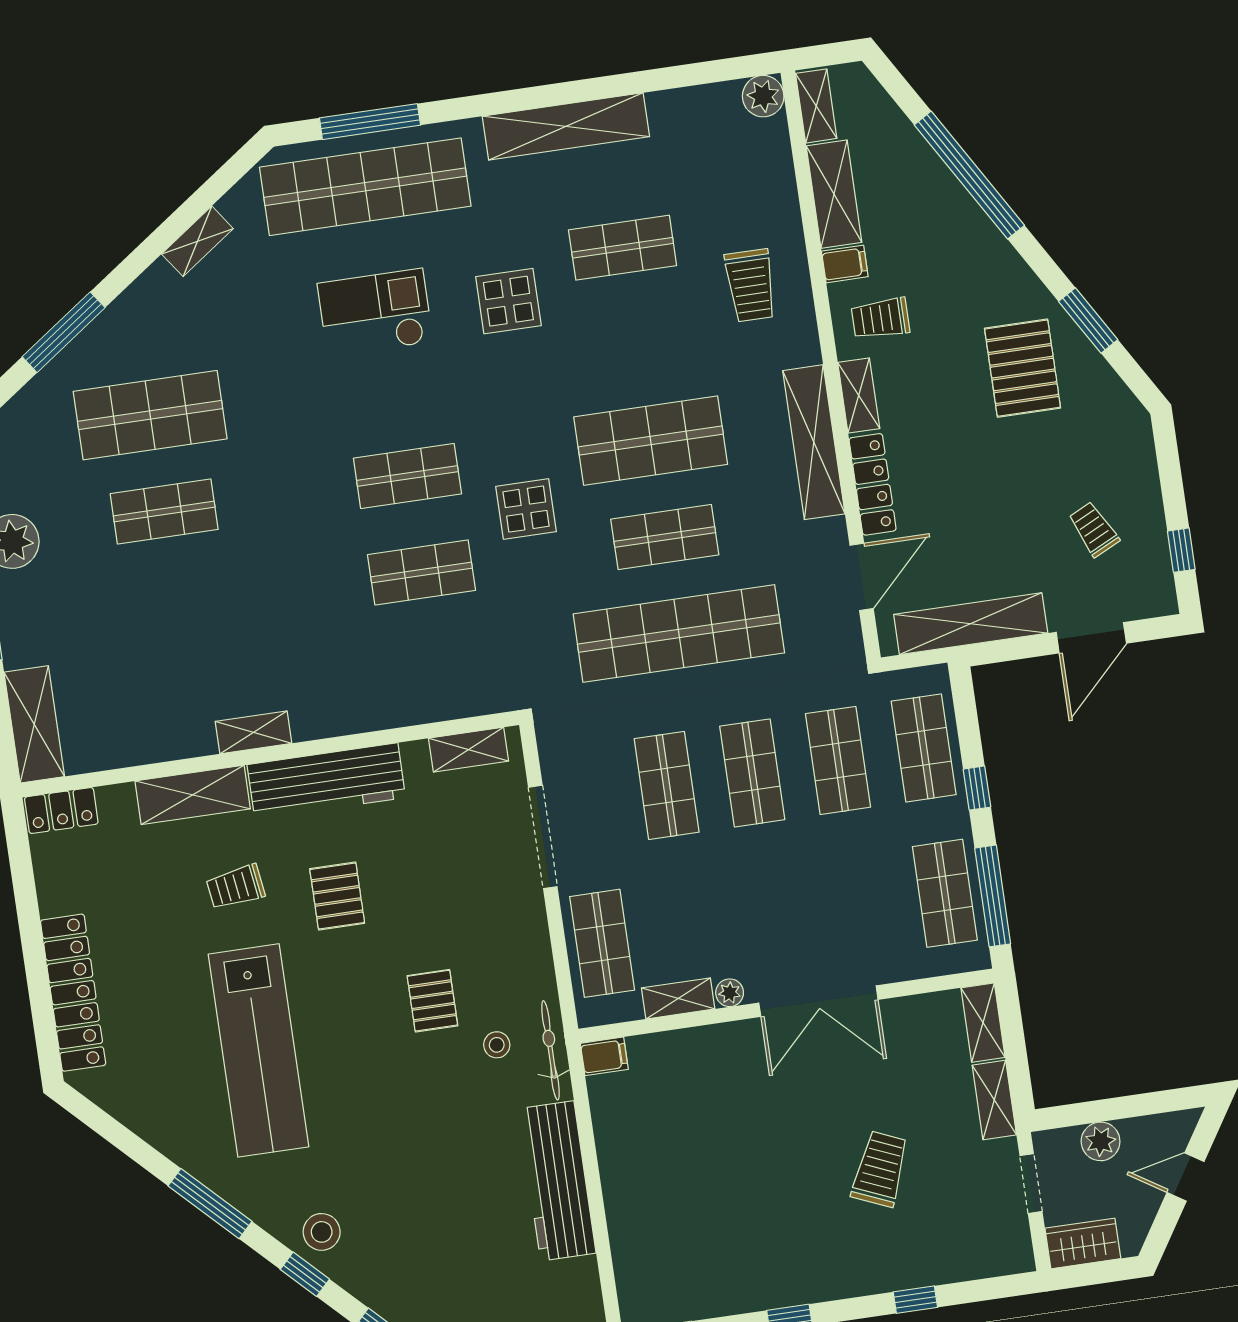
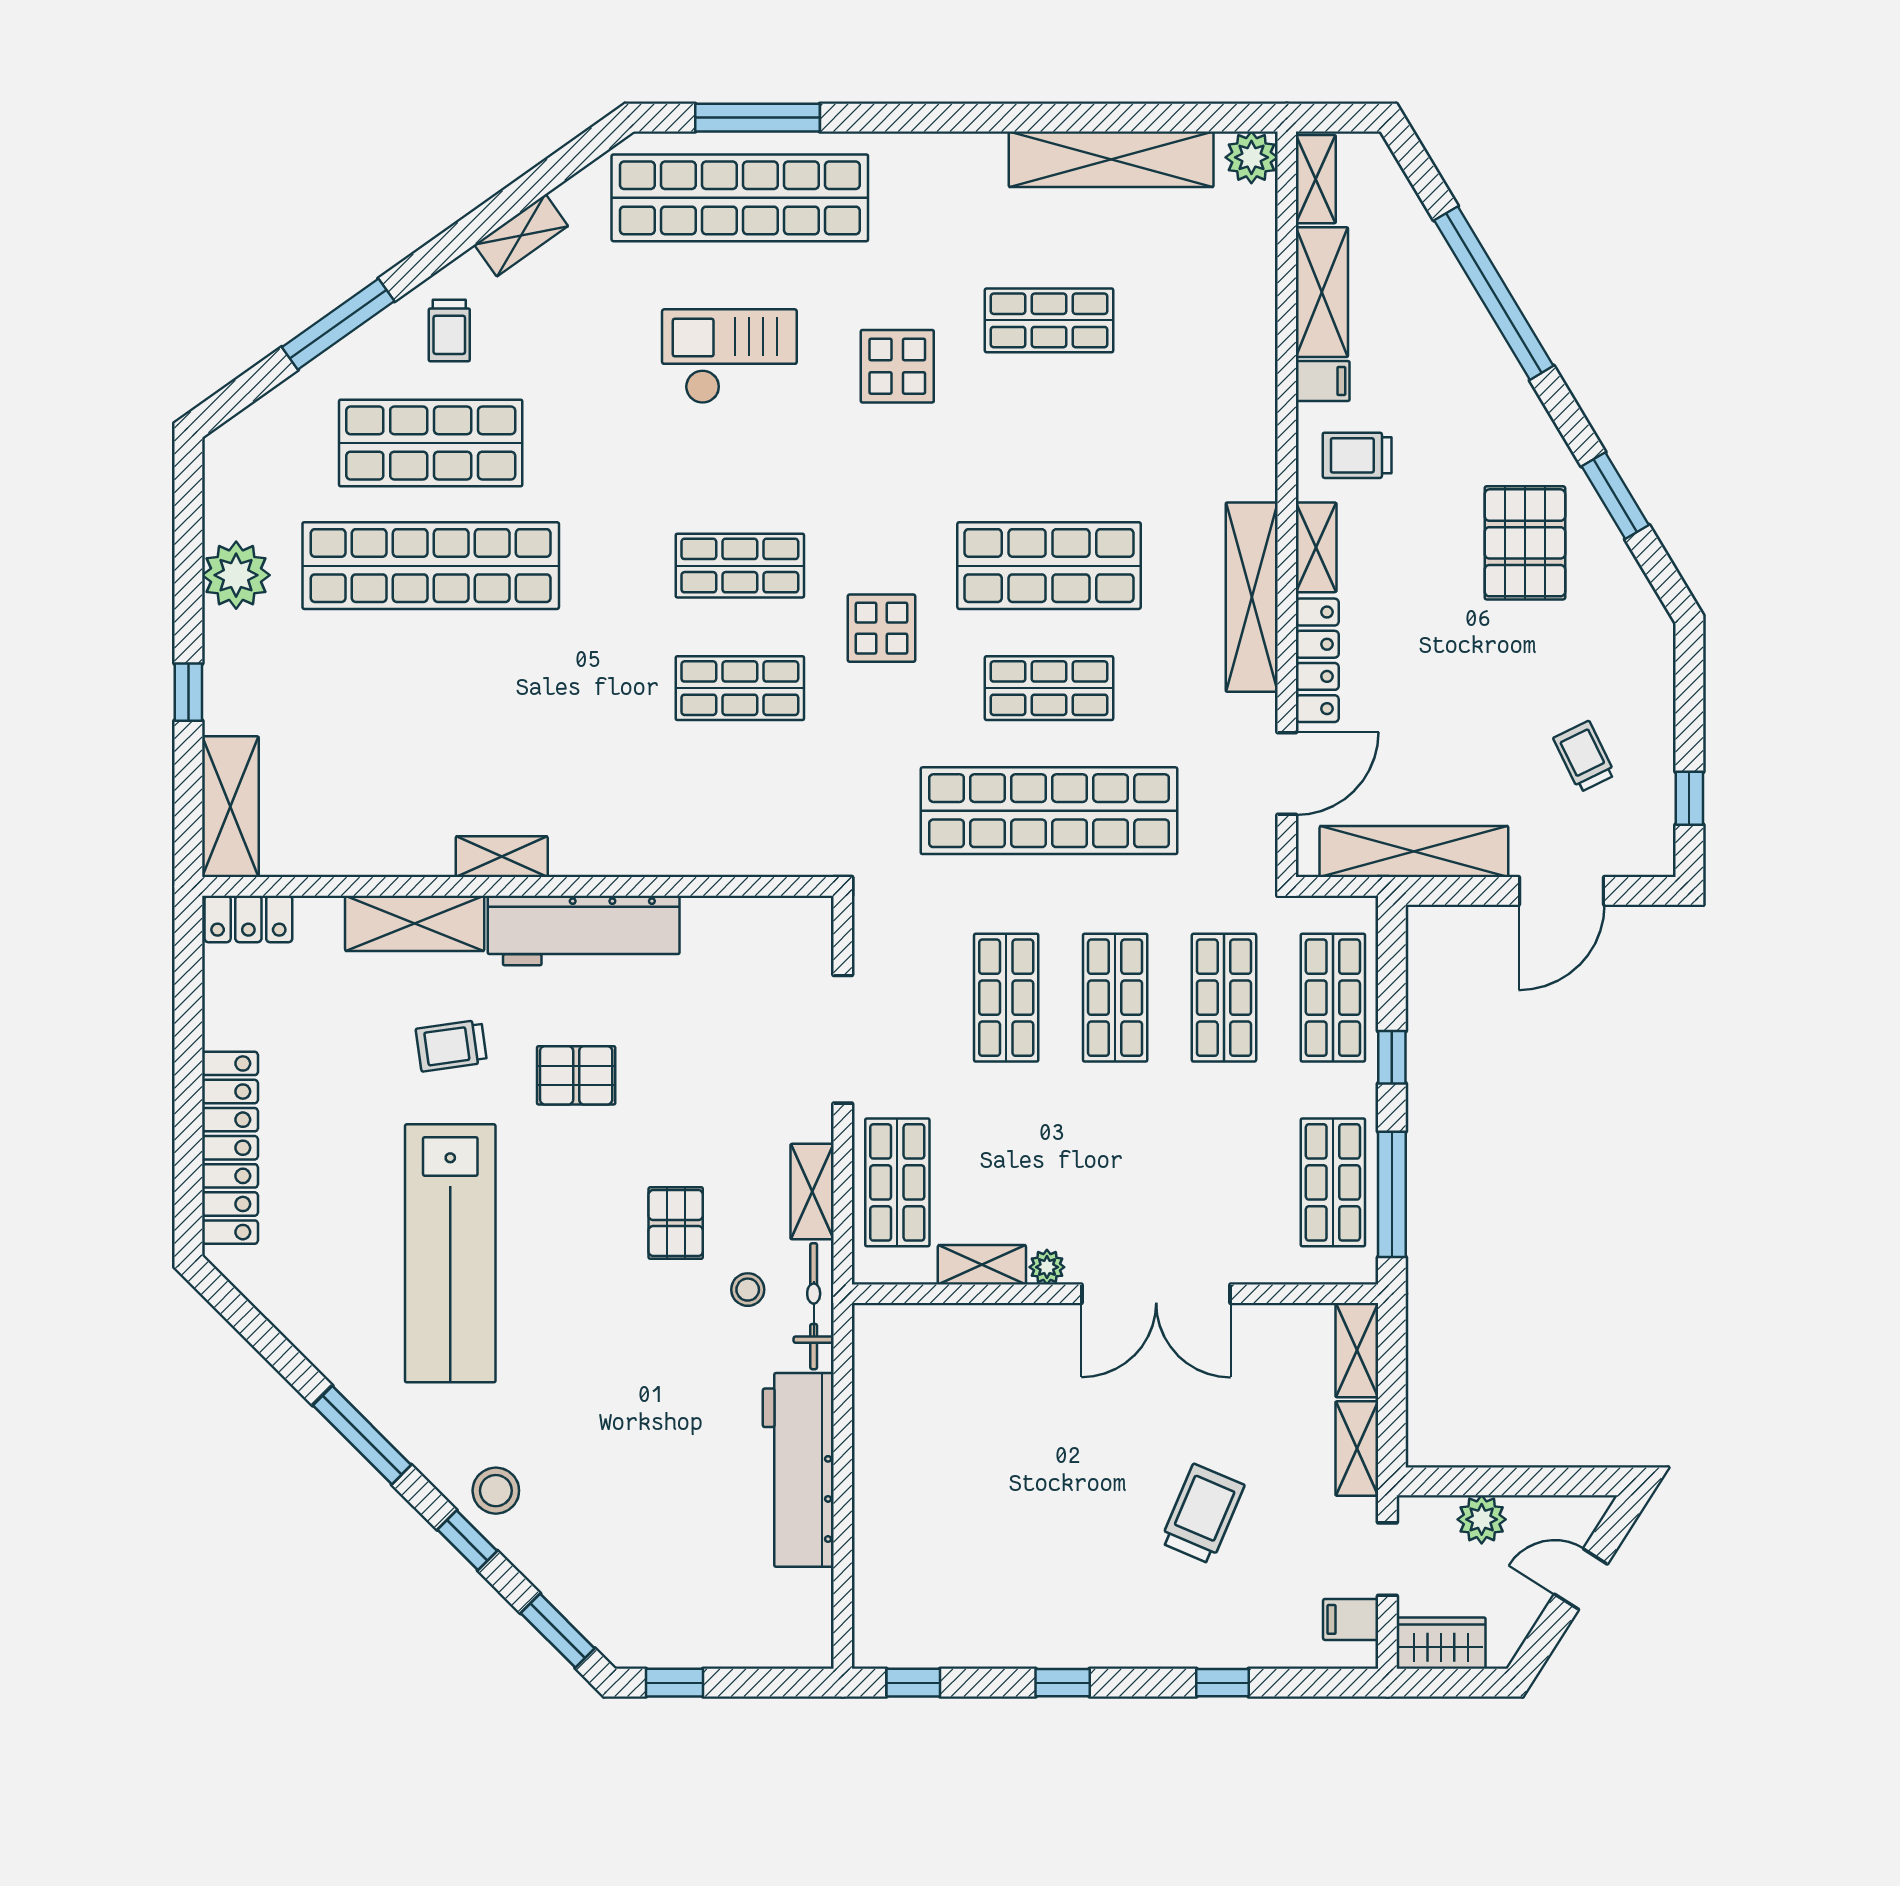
shelving: (566, 126) -> (1111, 159), moved
trolley: (751, 285) -> (449, 331), moved, width x0.73, depth x0.72
shop shelf: (164, 512) -> (431, 566), width x2.00, depth x1.36
shelving: (468, 750) -> (812, 1192), moved, turned 90
pallet: (337, 896) -> (576, 1075), turned 90
filing cabinet: (604, 1056) -> (1351, 1619), moved, turned 180

